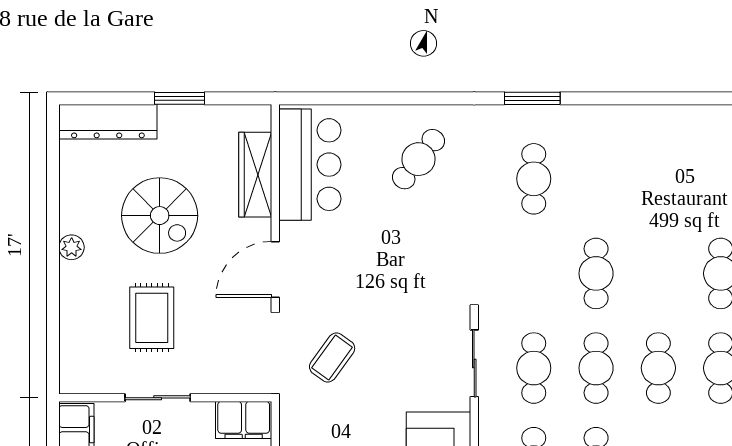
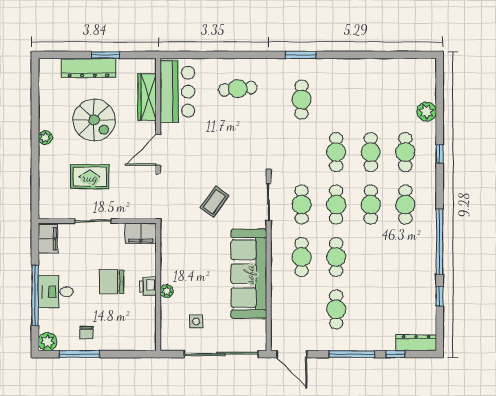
dresser: (108, 122) -> (88, 68), moved
cafe table: (419, 159) -> (238, 89), turned 47
cafe table: (658, 273) -> (371, 152), added
rug: (152, 318) -> (90, 177), turned 90
coffee table: (332, 358) -> (214, 202), moved

